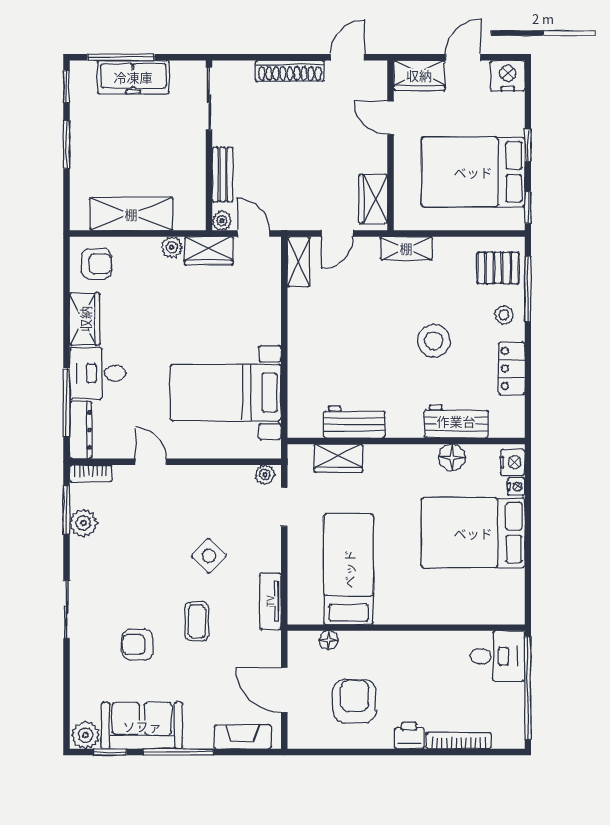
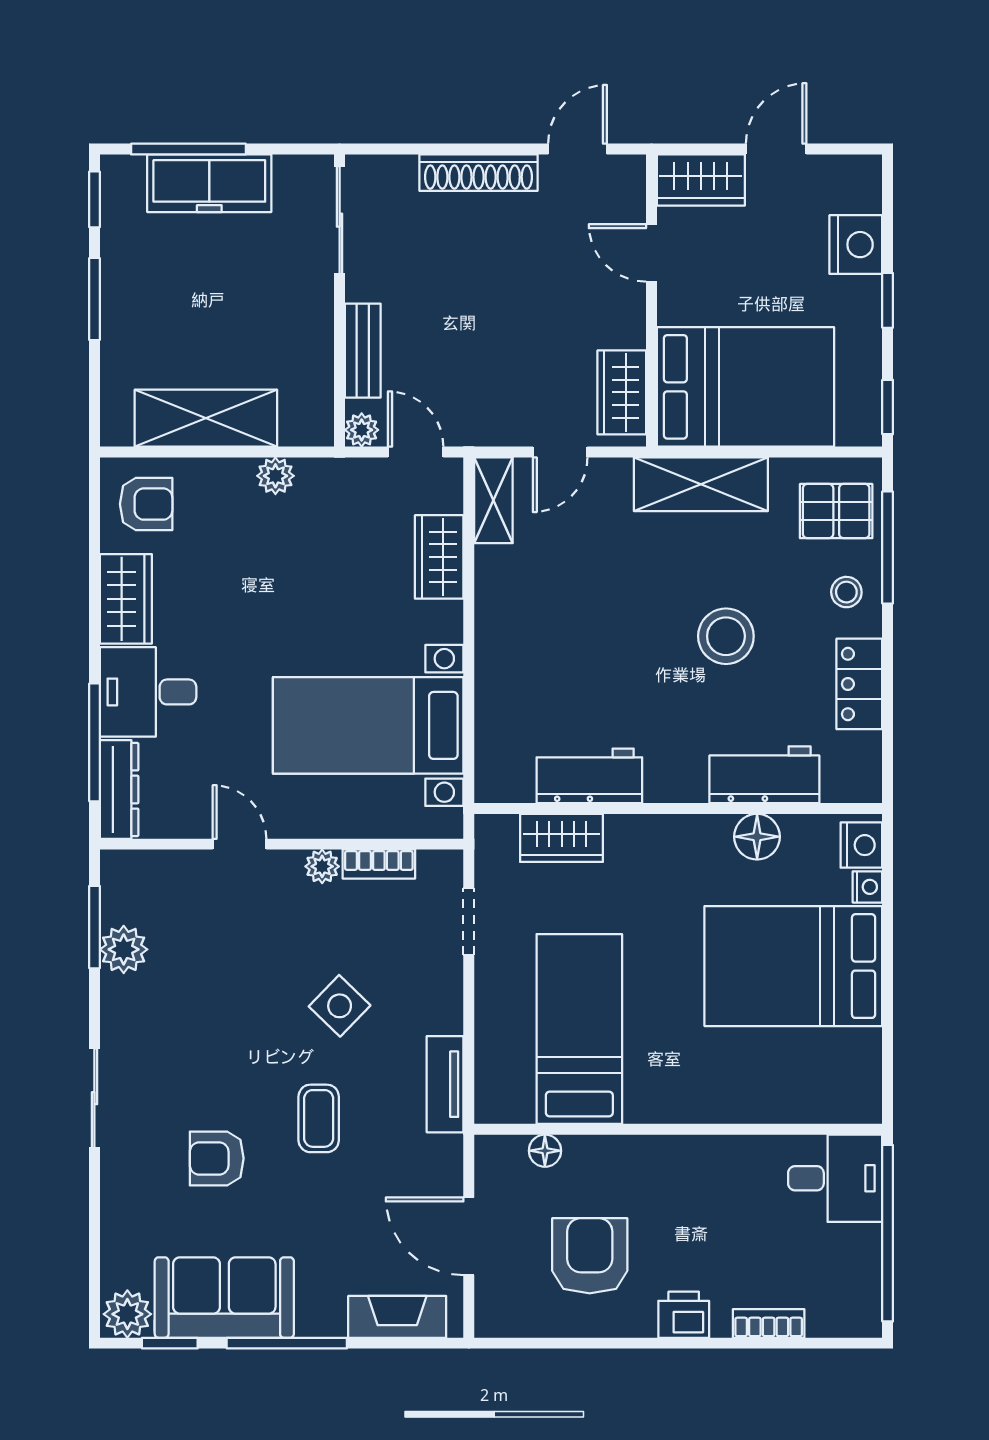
nightstand: (508, 76) -> (856, 245), moved, turned 90
bed: (473, 172) -> (745, 387), moved, turned 180
shelving: (406, 248) -> (701, 484), width x1.50, depth x1.33
wardrobe: (209, 251) -> (439, 557), moved, turned 90
bookcase: (91, 473) -> (379, 864), moved
plant: (265, 475) -> (322, 866), moved
bookcase: (459, 741) -> (769, 1323), width x0.64

